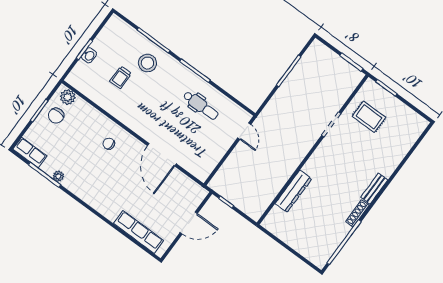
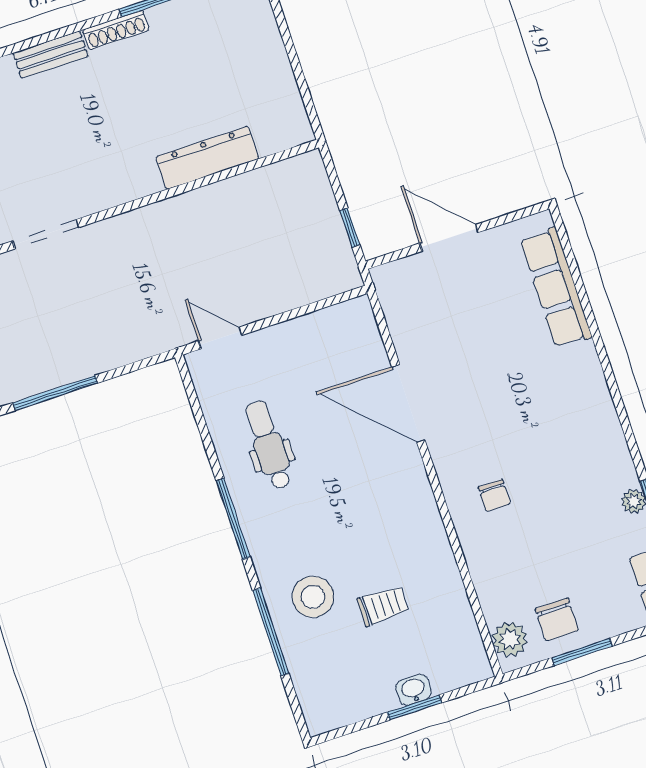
chair: (56, 116) -> (557, 620), turned 90
door: (244, 131) -> (220, 338), hinge flipped
door: (162, 155) -> (408, 403), swing flipped

